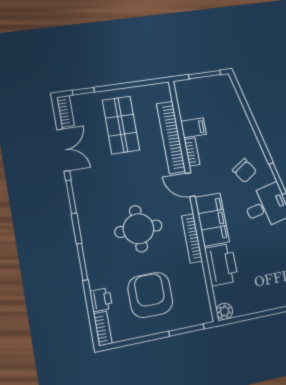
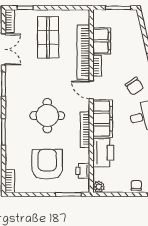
filing cabinet: (193, 128) -> (102, 41), width x2.00
chair: (272, 299) -> (136, 185), added
printer: (101, 300) -> (83, 171), moved, turned 180

